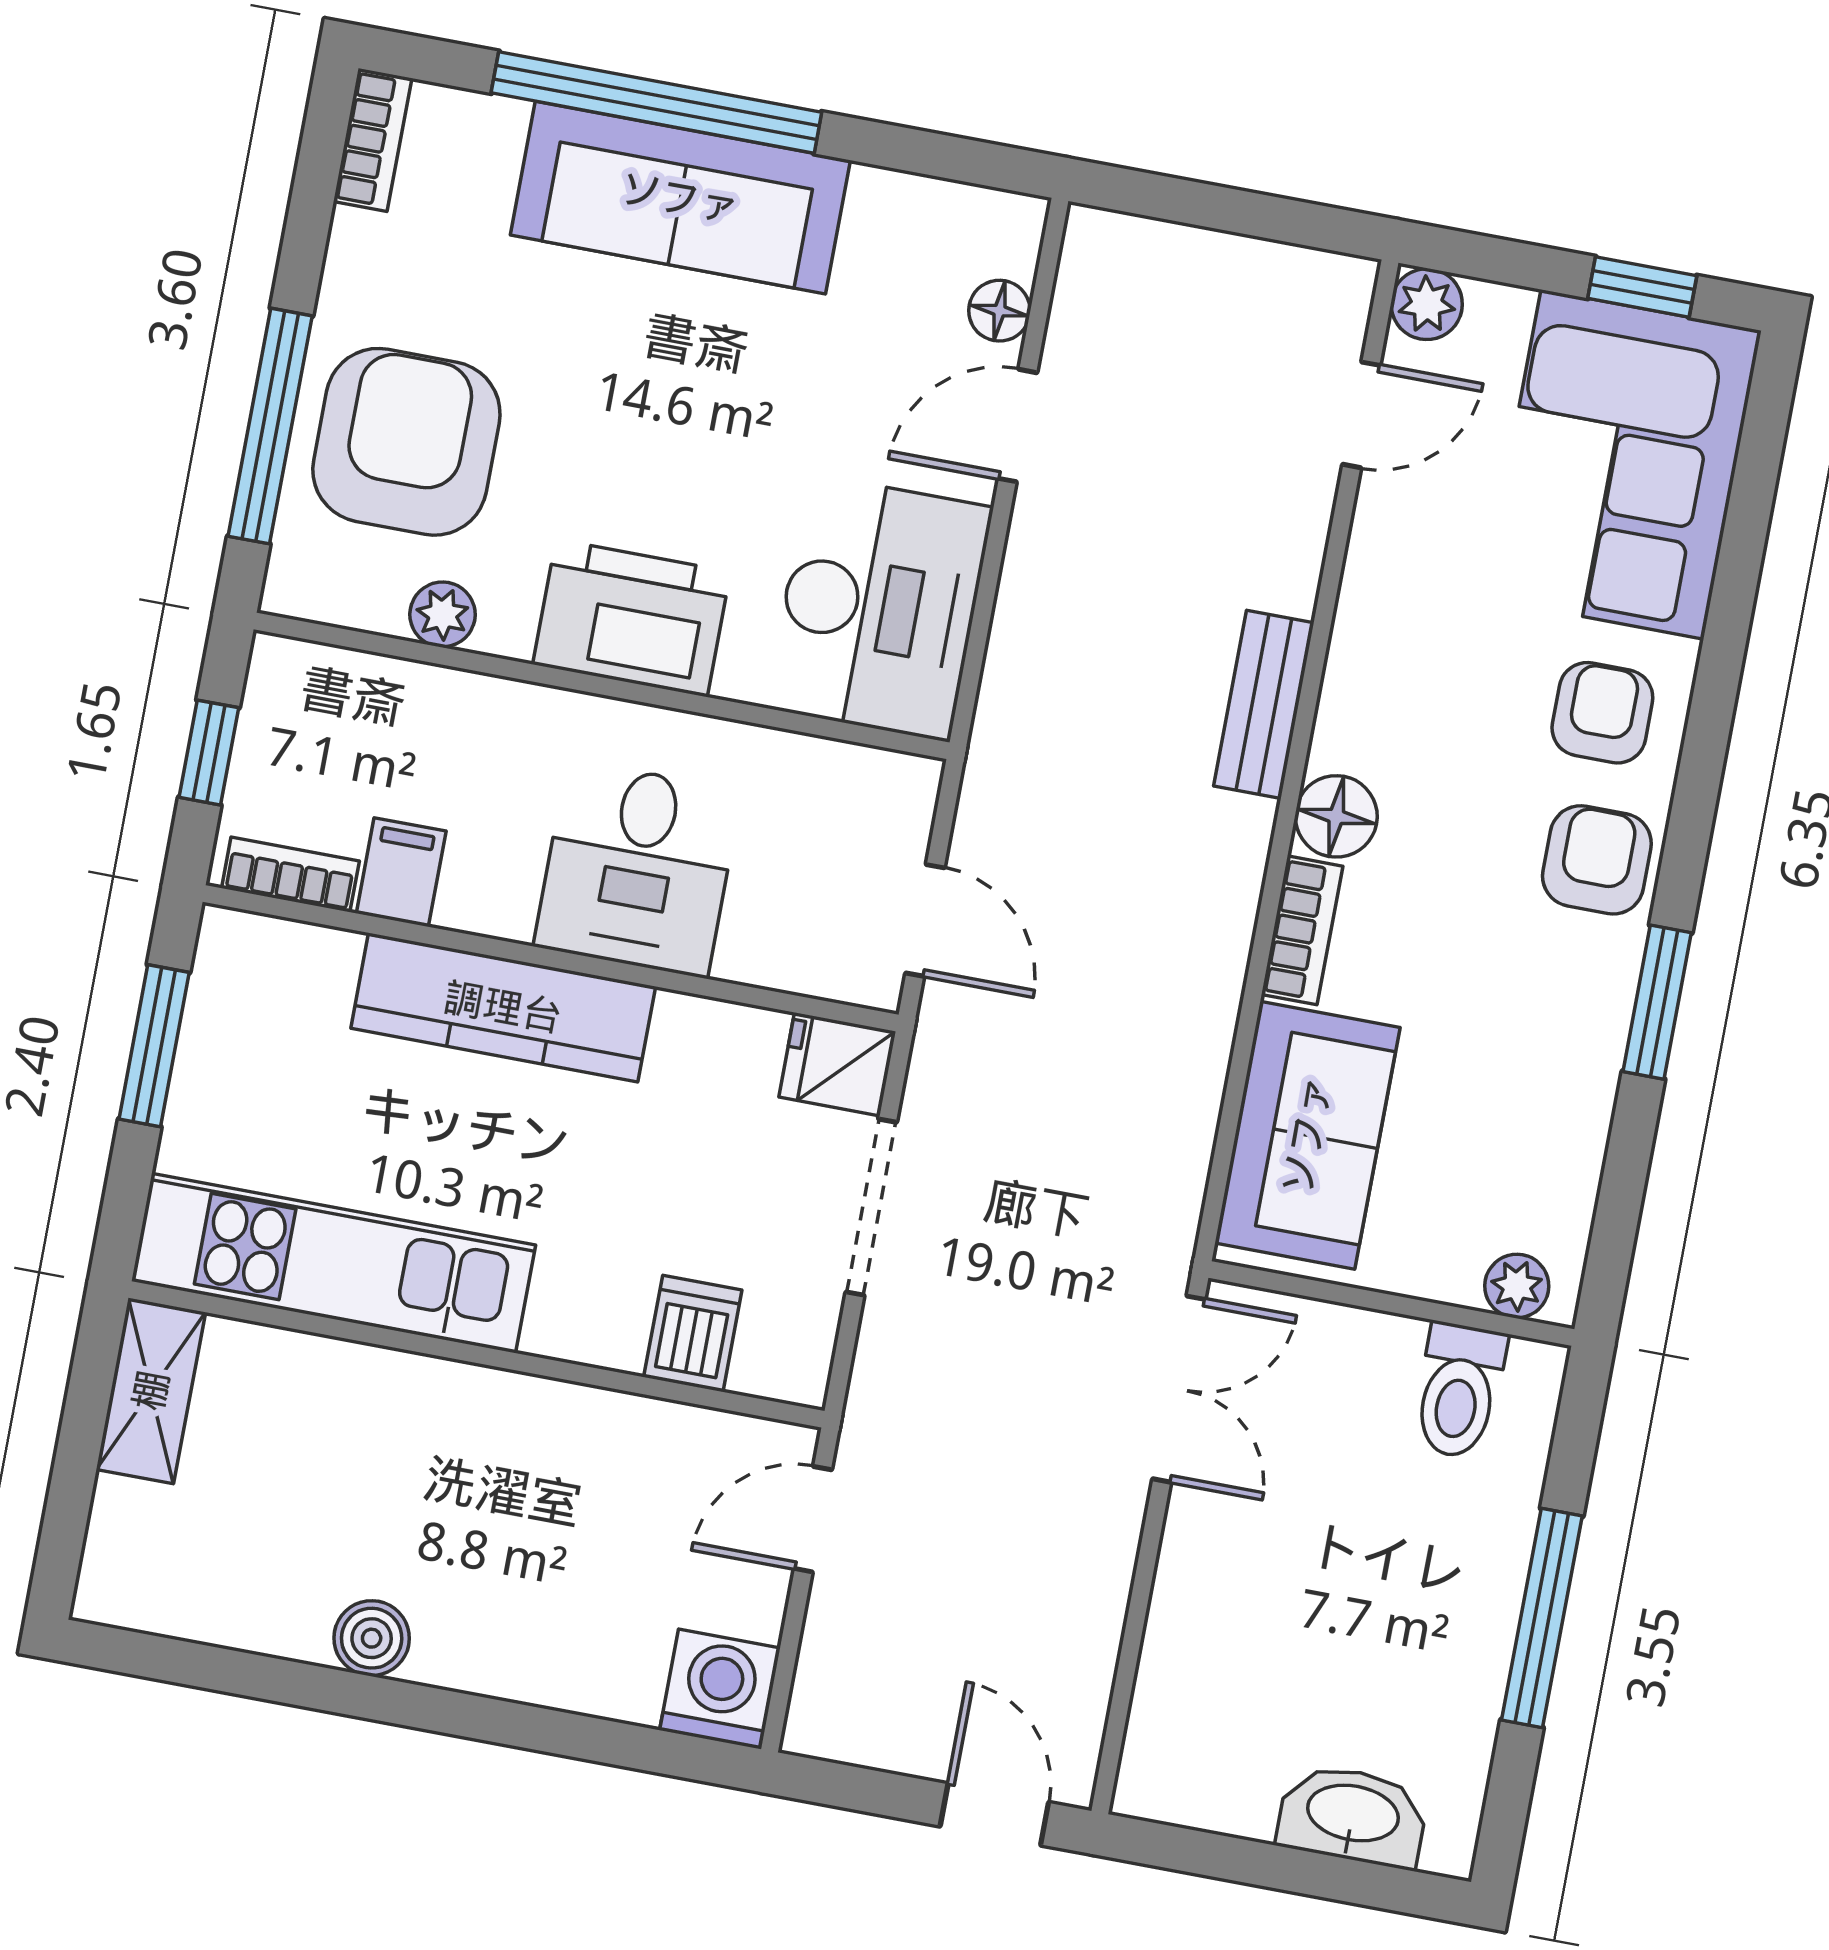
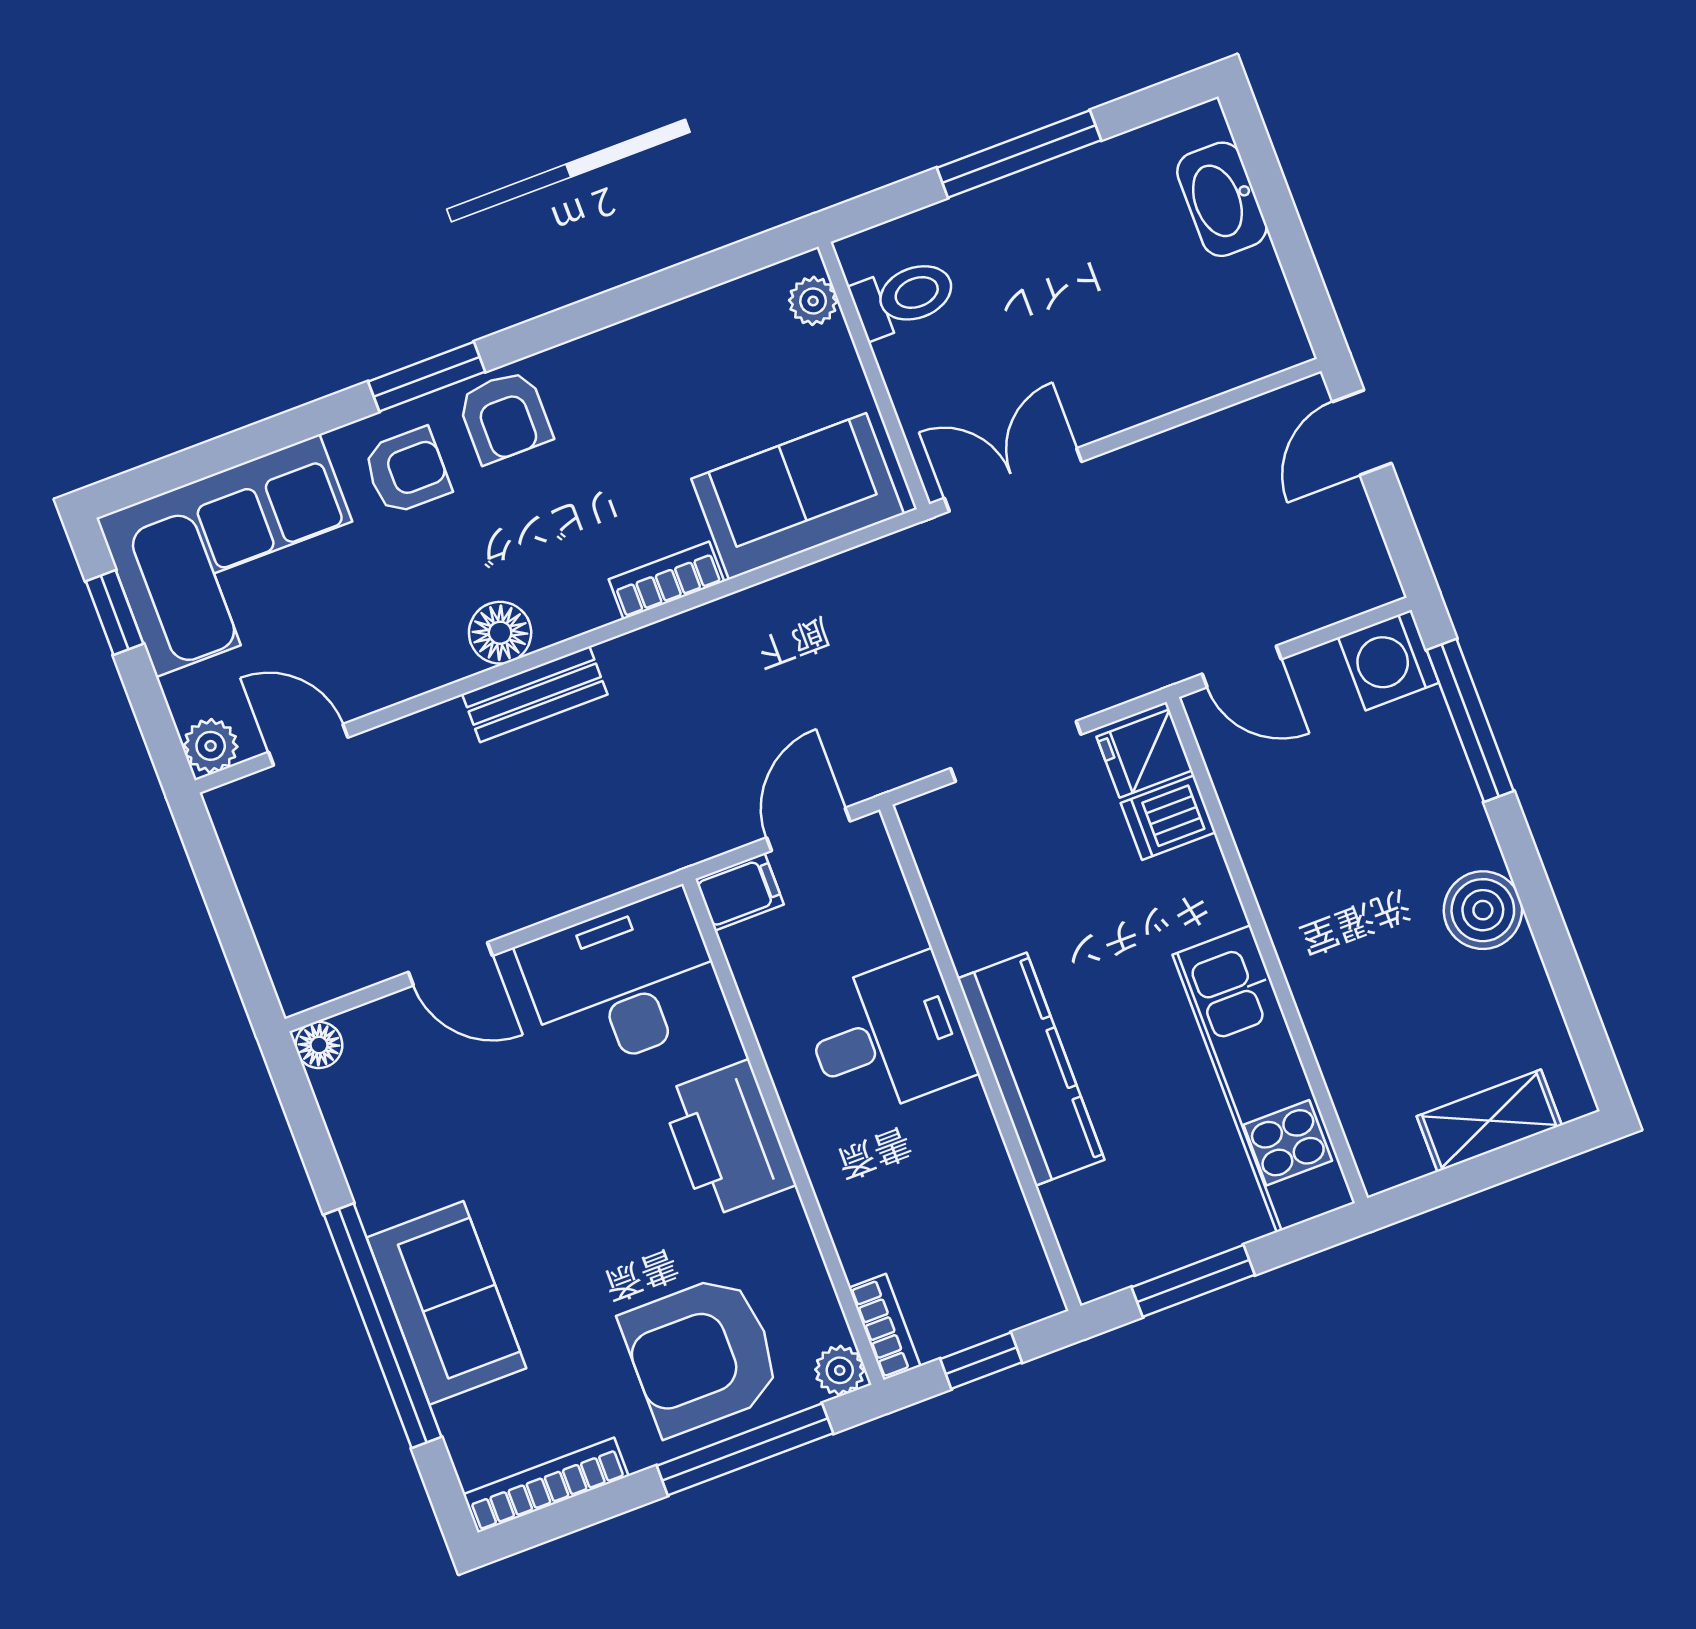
bookcase: (373, 140) -> (546, 1485), width x1.56
sofa: (680, 198) -> (446, 1303), width x0.73
floor lamp: (999, 311) -> (319, 1045), moved
plant: (443, 614) -> (840, 1370), moved
armchair: (1602, 713) -> (407, 471), turned 180
floor lamp: (1336, 816) -> (500, 633), moved
armchair: (1597, 860) -> (505, 417), turned -90
filing cabinet: (401, 872) -> (739, 892), moved, turned 180
bookcase: (290, 874) -> (885, 1327), moved, turned 180
window: (1657, 1002) -> (427, 377), moved
fridge: (837, 1064) -> (1145, 753), moved, turned 90
shelving: (151, 1391) -> (1489, 1121), moved
boiler: (372, 1638) -> (1483, 910), width x1.36, depth x1.36
window: (596, 1740) -> (1470, 720), added

